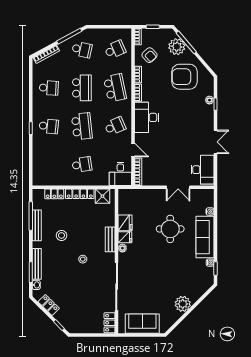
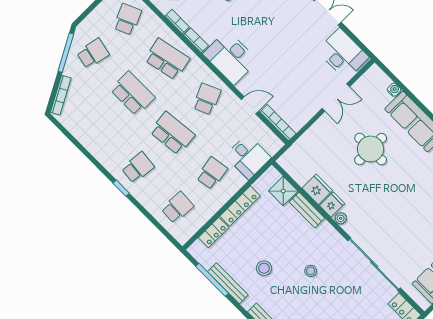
school desk: (49, 88) -> (177, 207), moved
desk: (120, 174) -> (248, 157), moved
shower: (103, 196) -> (283, 191), moved
bench: (110, 239) -> (307, 210), moved

